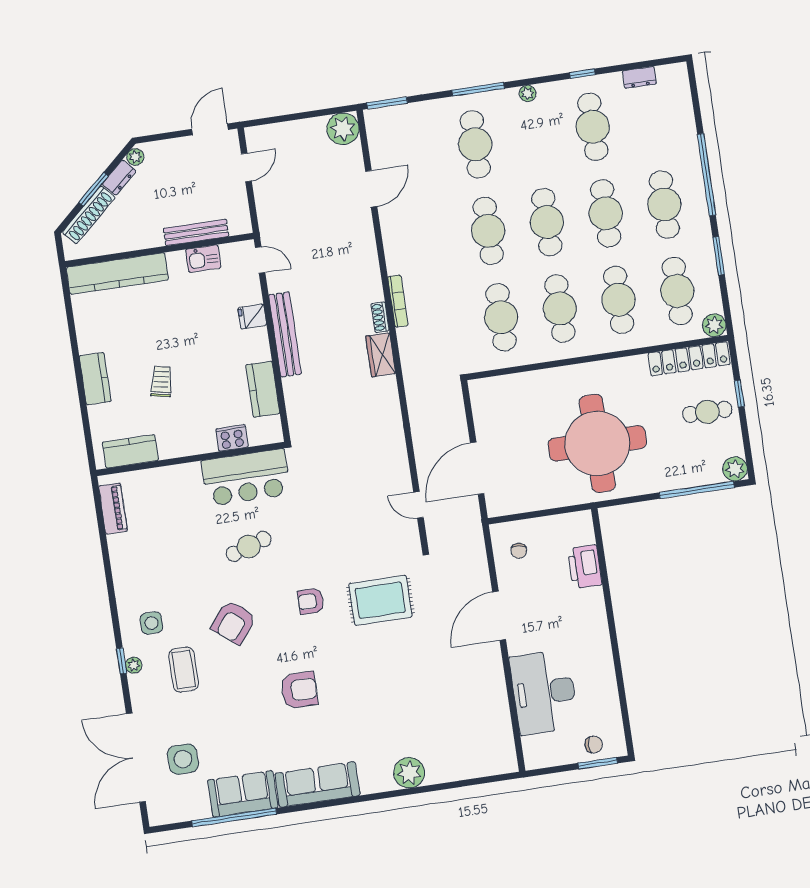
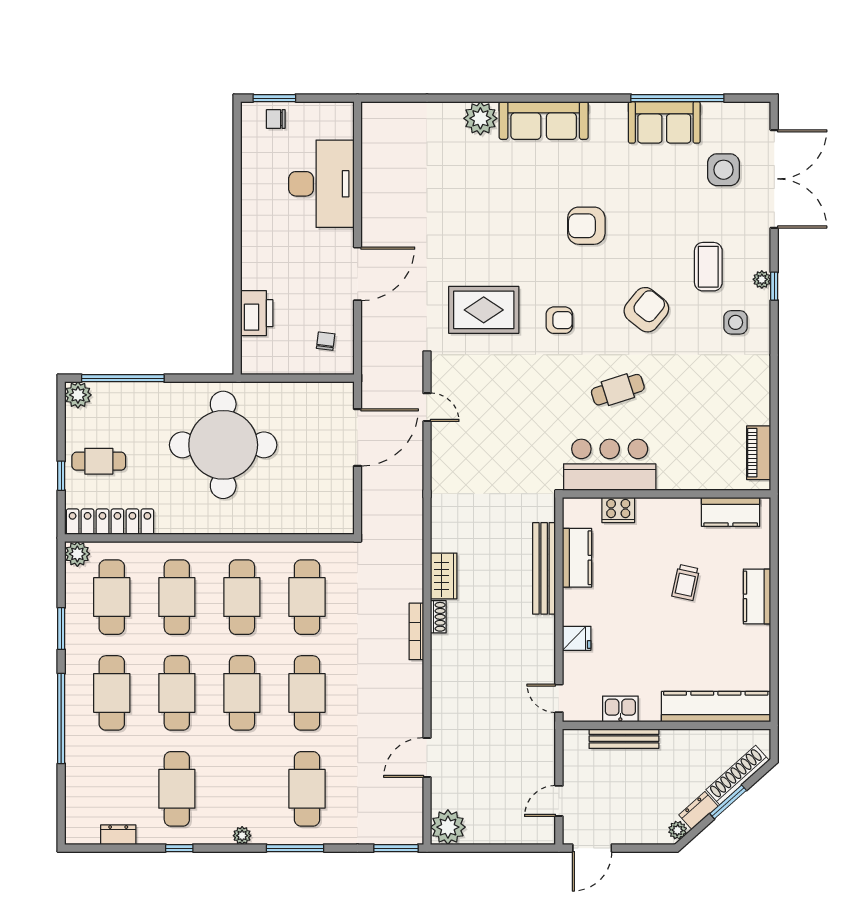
bench: (285, 334) -> (544, 568), moved
sofa: (317, 784) -> (544, 120), moved

